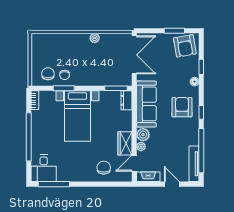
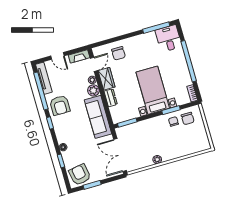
dresser: (126, 100) -> (111, 98), moved
armchair: (182, 107) -> (60, 105), moved

